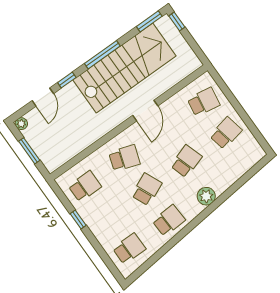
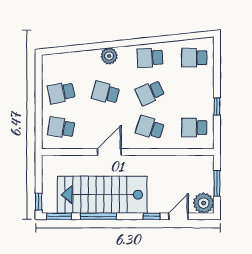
window: (102, 55) -> (99, 216), moved
plant: (21, 124) -> (204, 203), width x1.88, depth x1.88
school desk: (186, 161) -> (106, 93), turned 33

